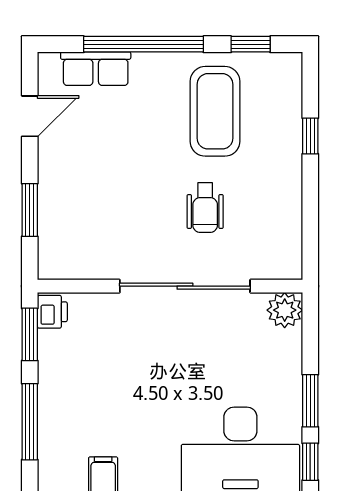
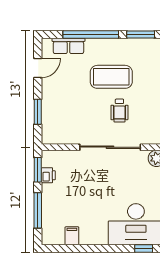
window: (251, 44) -> (141, 35), width x1.50
coffee table: (215, 111) -> (111, 77), moved, turned 90
printer: (52, 312) -> (48, 175), moved

